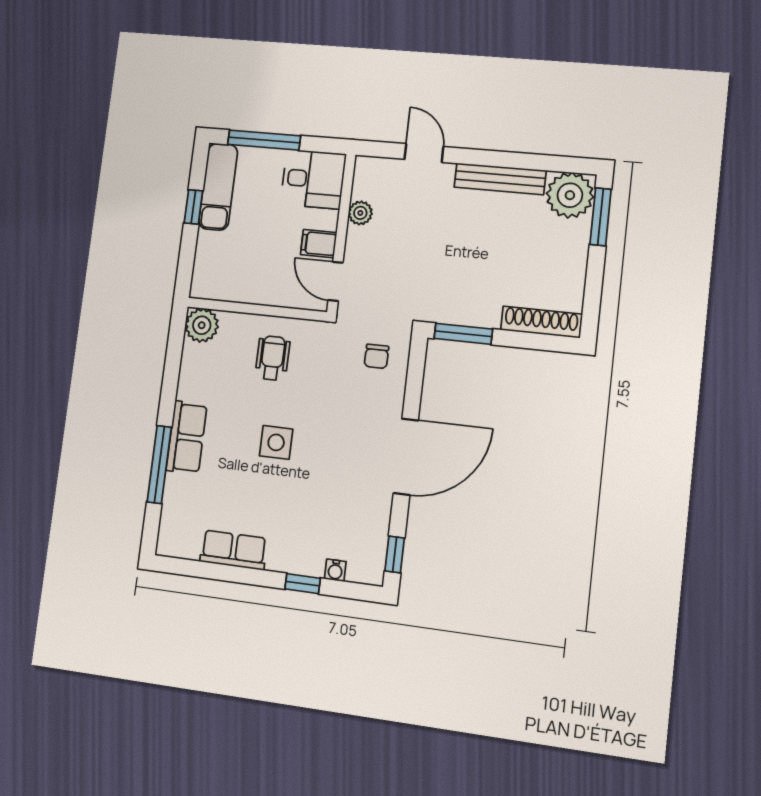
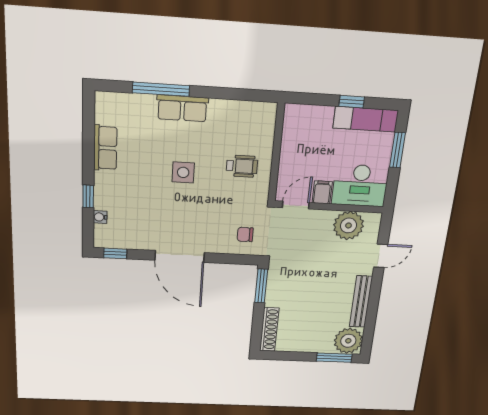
window: (264, 140) -> (397, 150), width x0.69
desk: (313, 179) -> (360, 185), width x1.37
plant: (360, 213) -> (348, 225), width x1.88, depth x1.88
plant: (202, 325) -> (264, 114), removed

